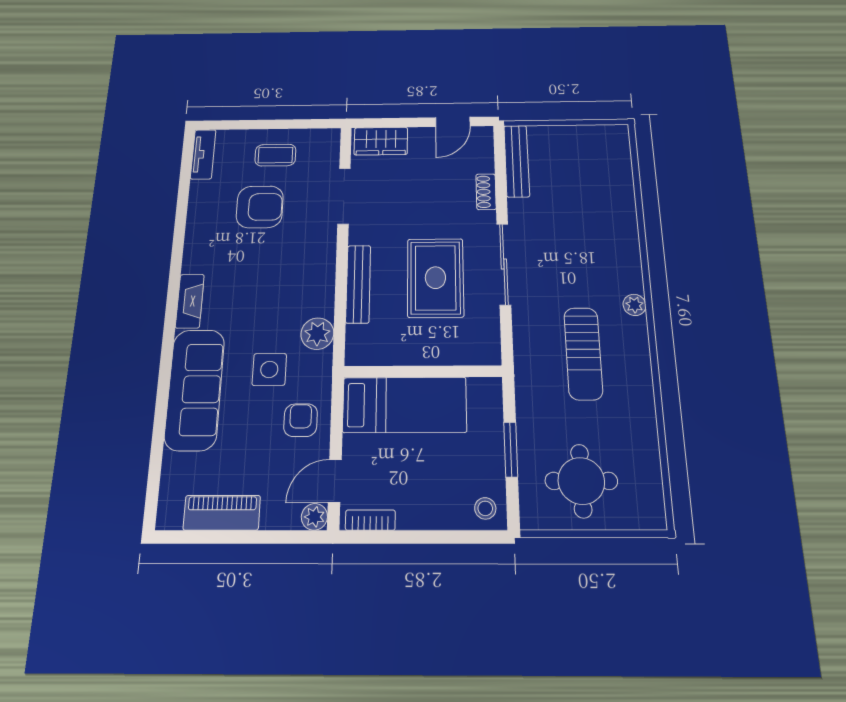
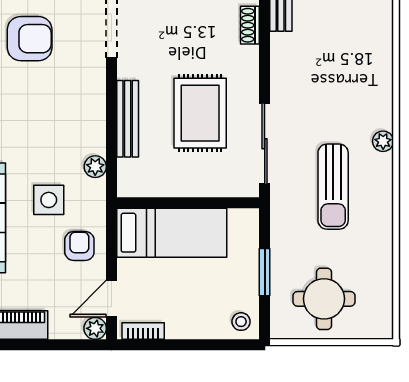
sliding door: (504, 264) -> (265, 144), moved
plant: (317, 334) -> (95, 167), width x0.73, depth x0.73

